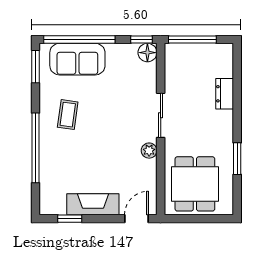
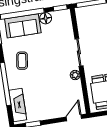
floor lamp: (147, 53) -> (46, 18), moved
fireplace: (93, 204) -> (18, 105), moved, turned 90

